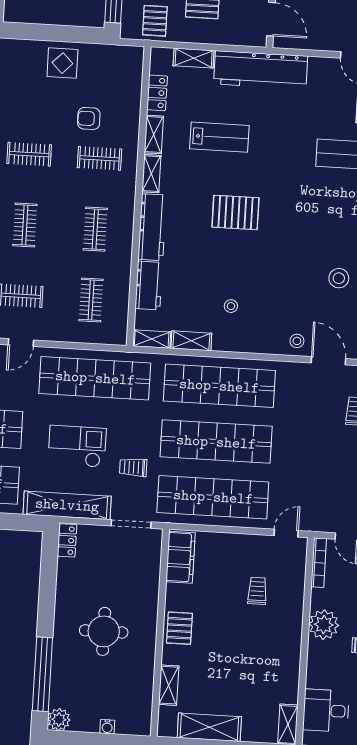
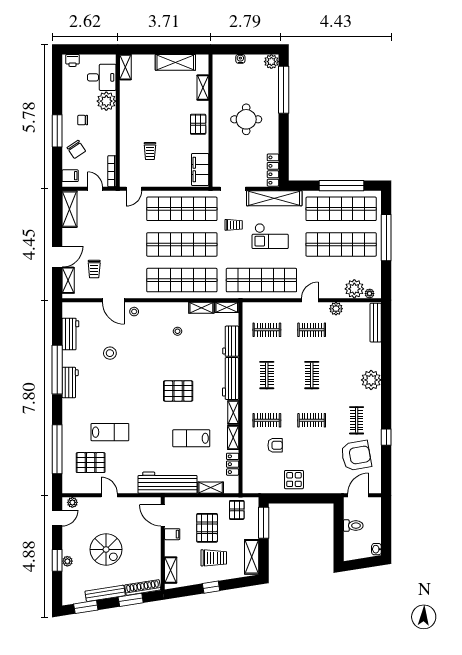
clothes rail: (91, 300) -> (267, 330), turned 90
locker: (67, 540) -> (273, 170), width x1.53
plant: (324, 625) -> (106, 101), moved

